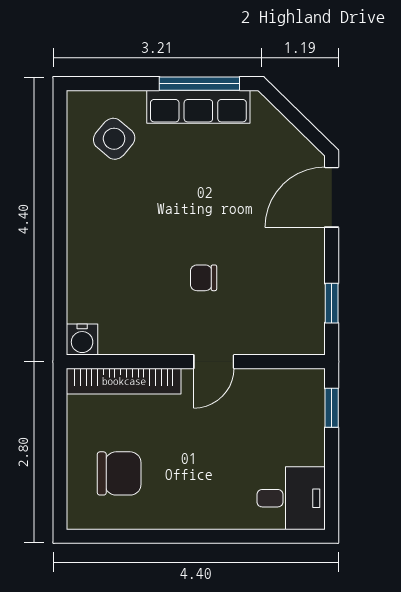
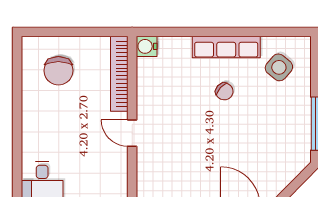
row of seats: (198, 107) -> (226, 47), moved, turned -90
chair: (204, 278) -> (224, 91), moved, turned 132

